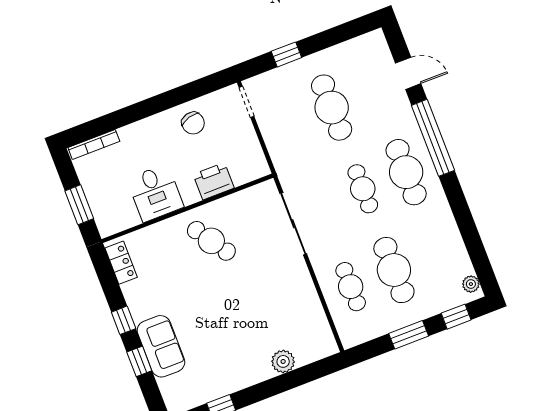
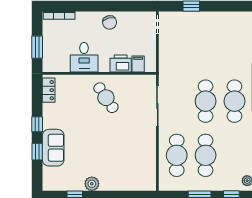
cafe table: (332, 108) -> (206, 47), removed
chair: (193, 123) -> (110, 22), moved
filing cabinet: (240, 172) -> (138, 64), added
cafe table: (363, 189) -> (206, 101), width x1.37, depth x1.35
cafe table: (351, 287) -> (177, 155), width x1.37, depth x1.35
plant: (283, 361) -> (92, 184), moved

